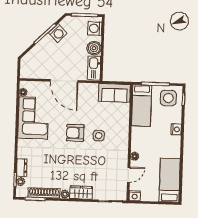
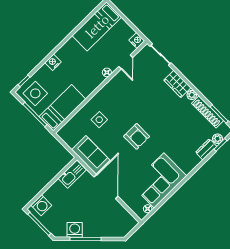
boiler: (94, 48) -> (57, 190), removed
sofa: (114, 93) -> (91, 155), moved
side table: (99, 136) -> (99, 120), moved
door: (129, 175) -> (126, 62), swing flipped

